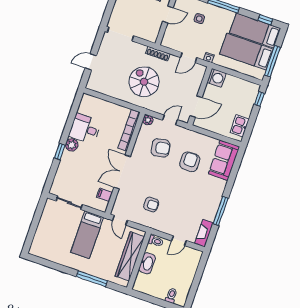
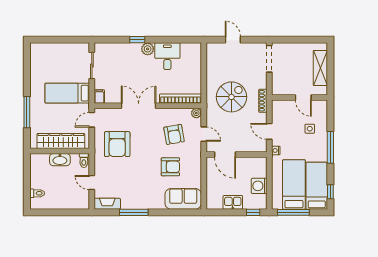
washing machine: (217, 78) -> (259, 186), moved, turned 90
kitchen sink: (240, 126) -> (233, 202), moved
filing cabinet: (105, 195) -> (99, 97), moved
armchair: (151, 204) -> (117, 144), width x1.88, depth x1.88

